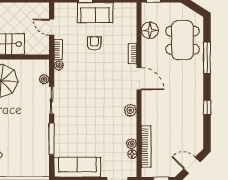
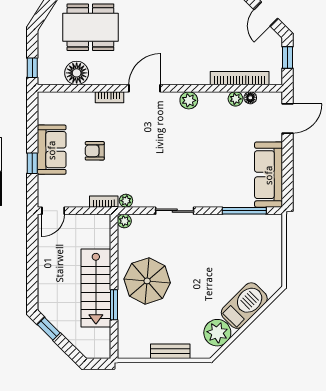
door: (52, 27) -> (53, 211), moved
plant: (44, 79) -> (124, 221), moved
window: (52, 139) -> (244, 211), moved

